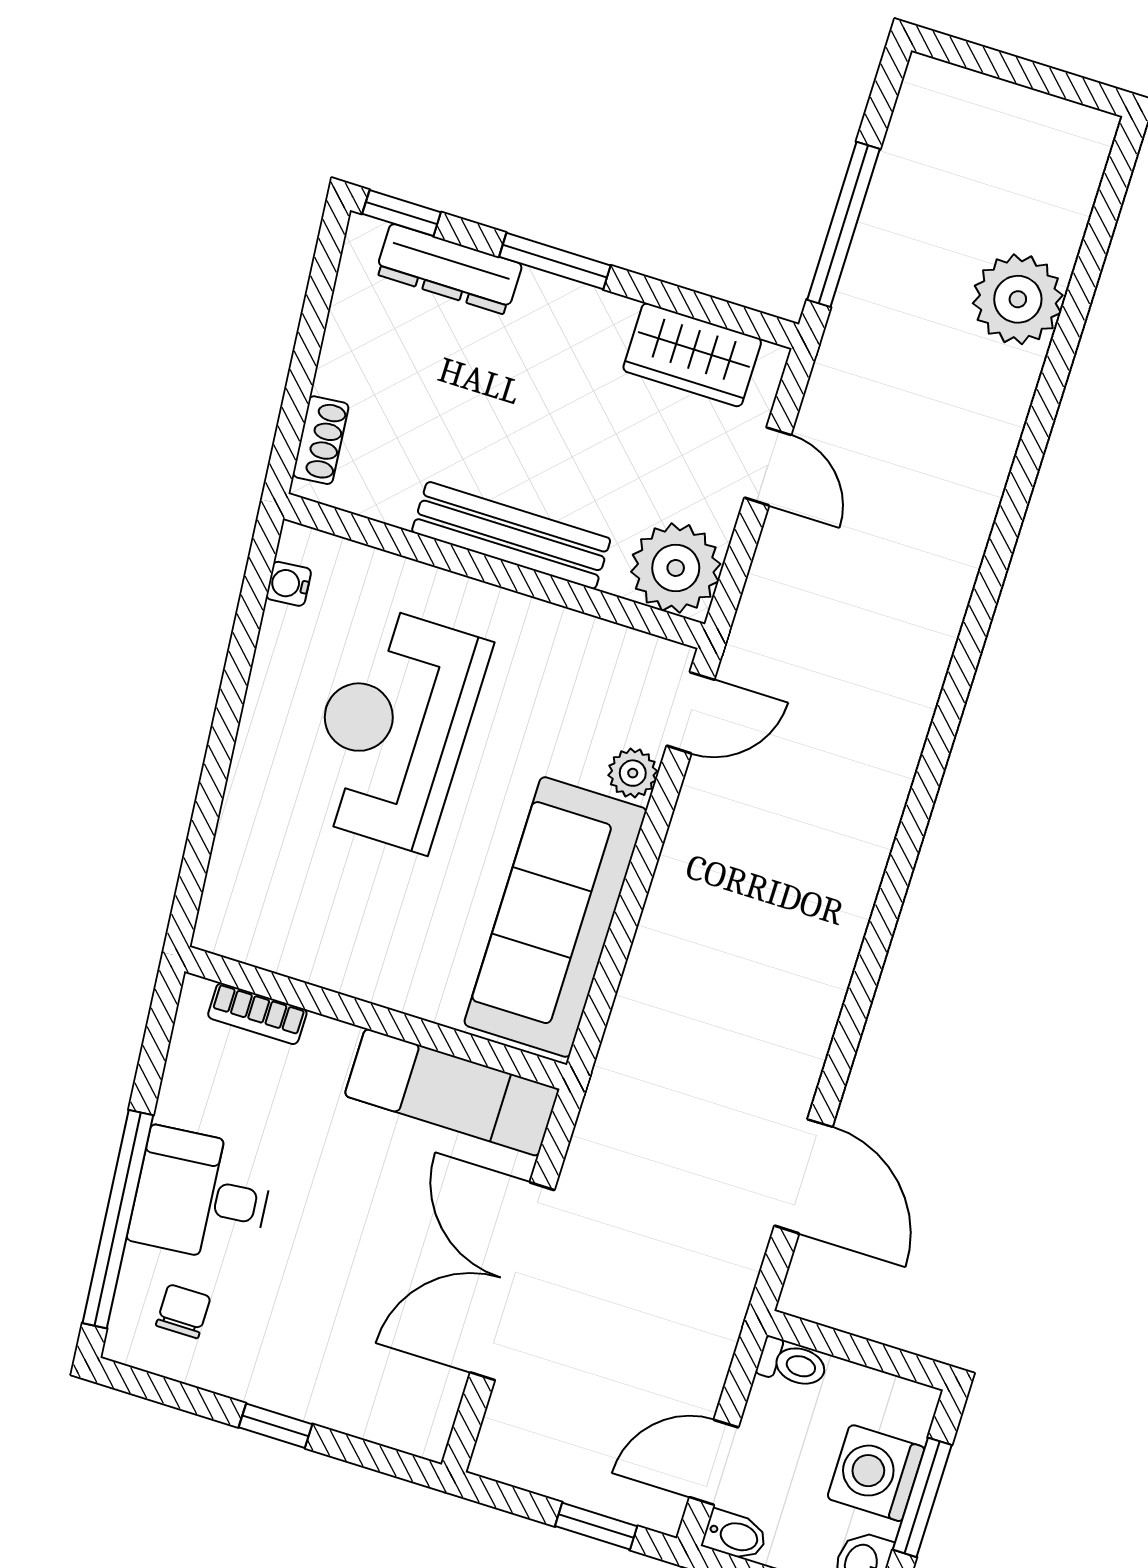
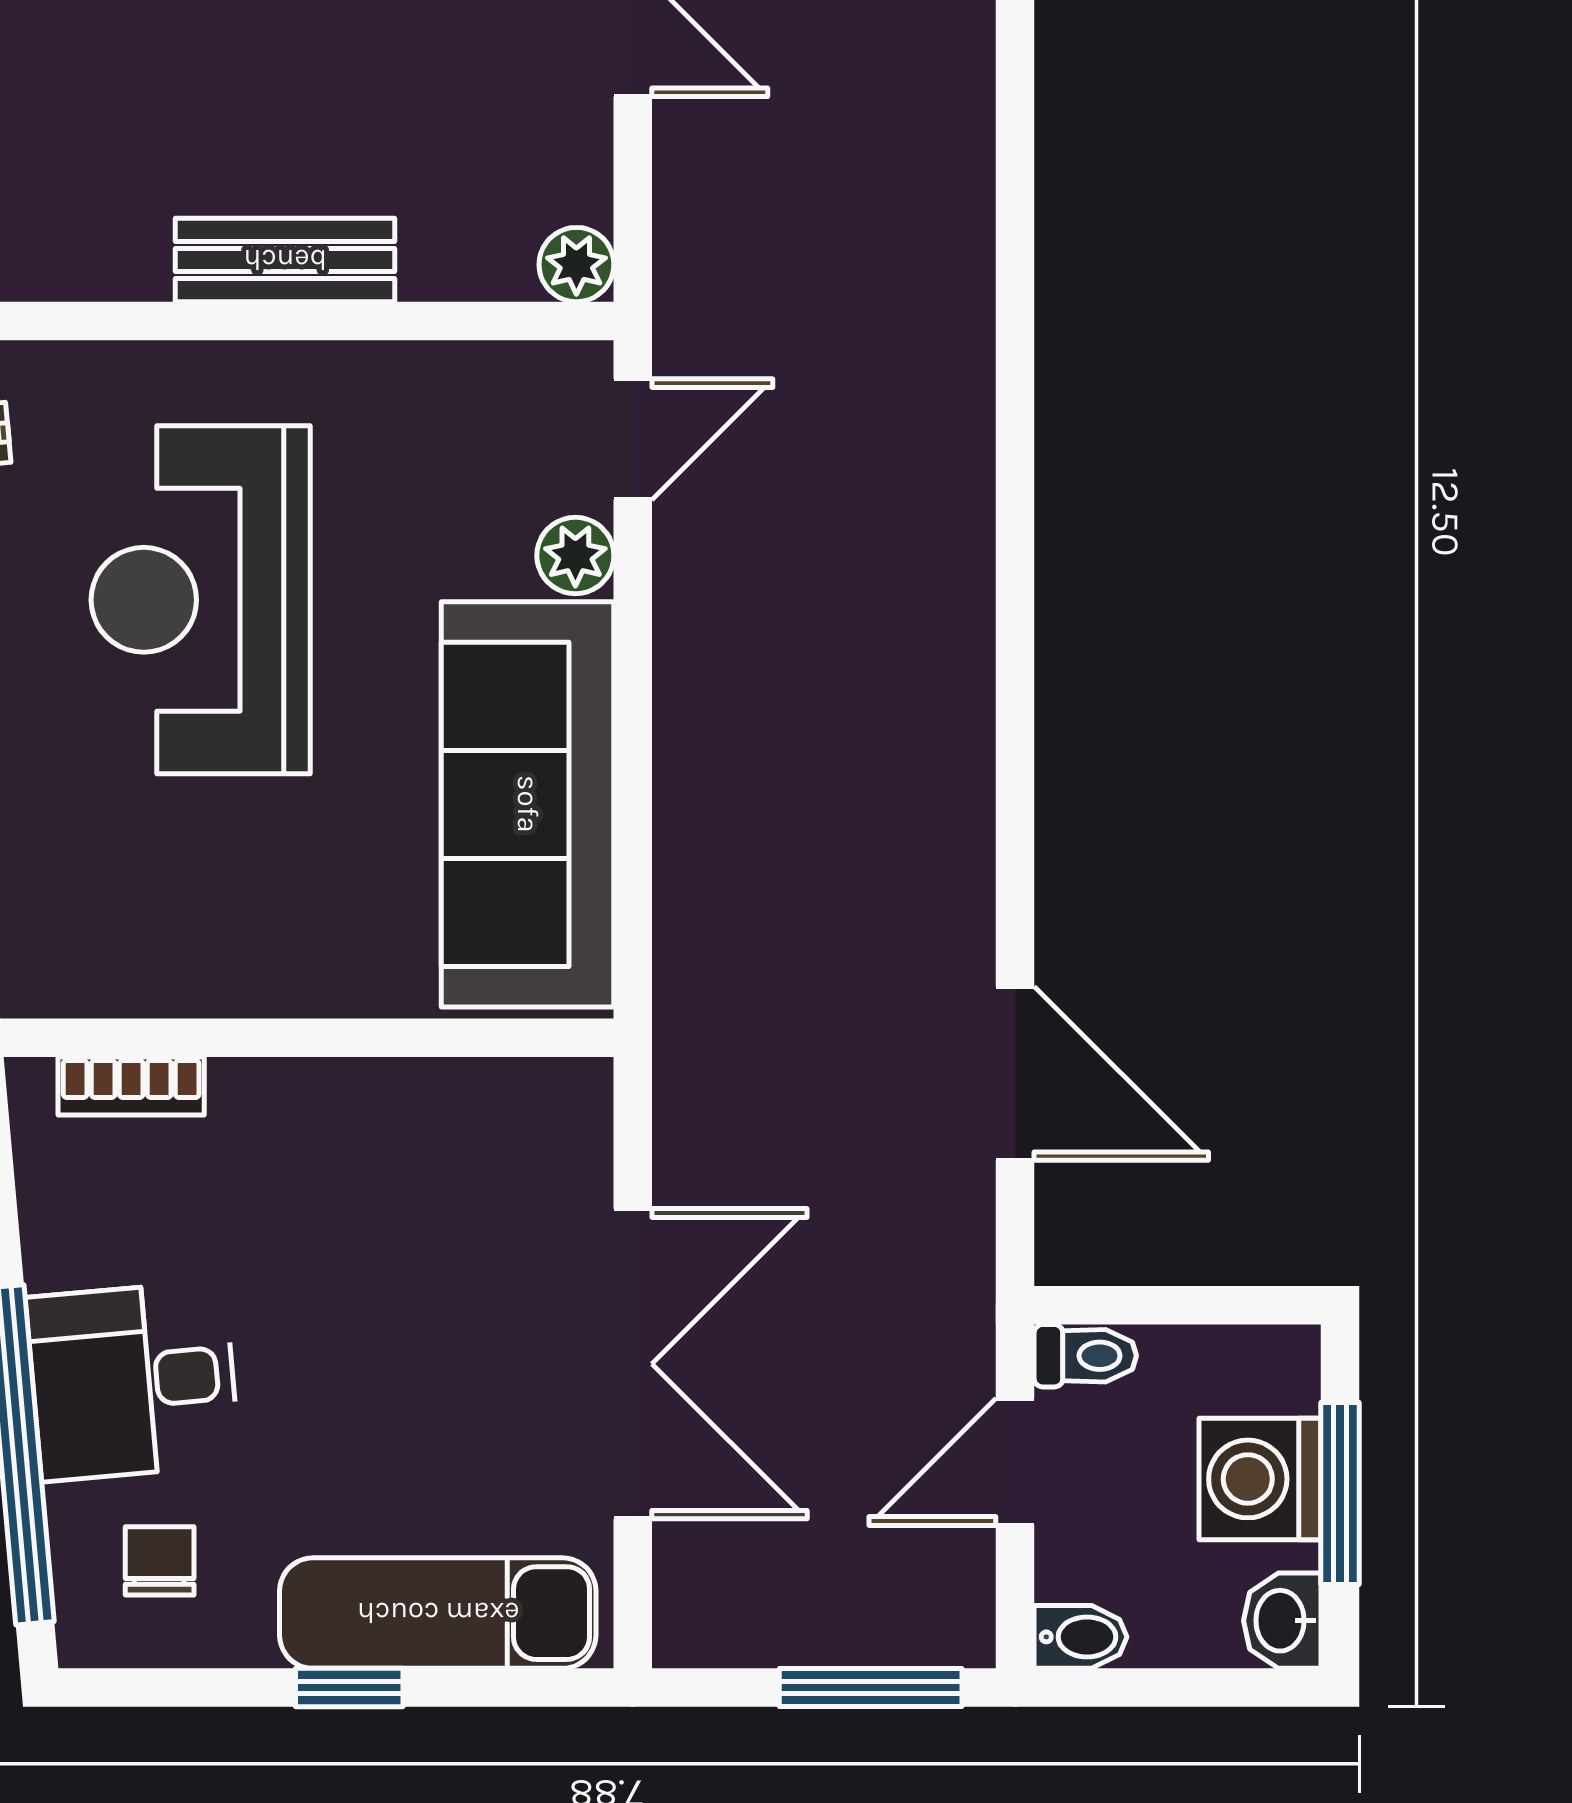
bench: (511, 535) -> (285, 260), width x0.73
plant: (676, 568) -> (576, 265), width x0.53, depth x0.53
exam couch: (452, 1092) -> (438, 1613), moved, turned 180
double door: (512, 1281) -> (633, 1364), swing flipped
door: (714, 1462) -> (1015, 1462), moved
window: (596, 1526) -> (871, 1688), width x1.50

